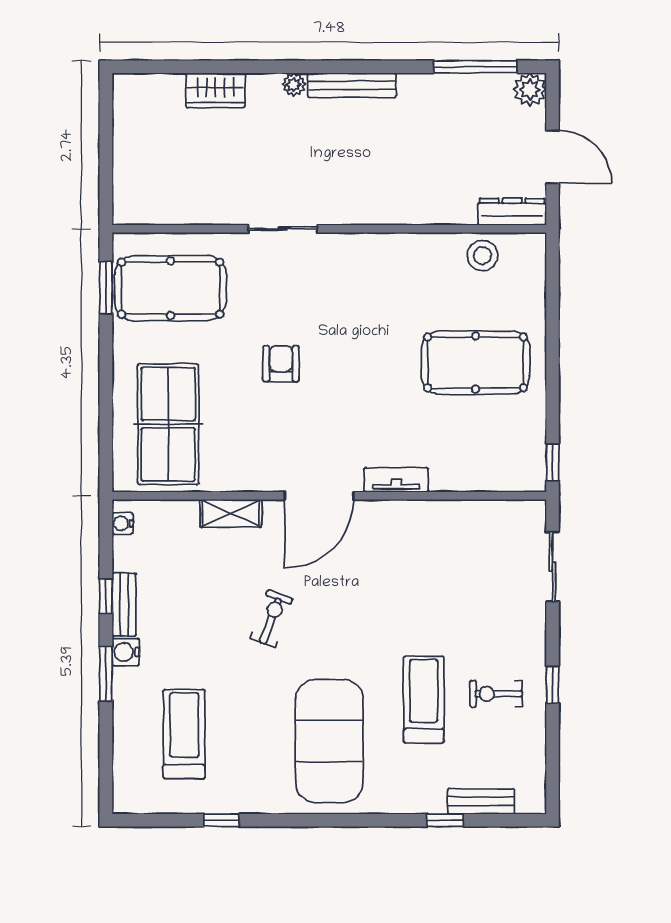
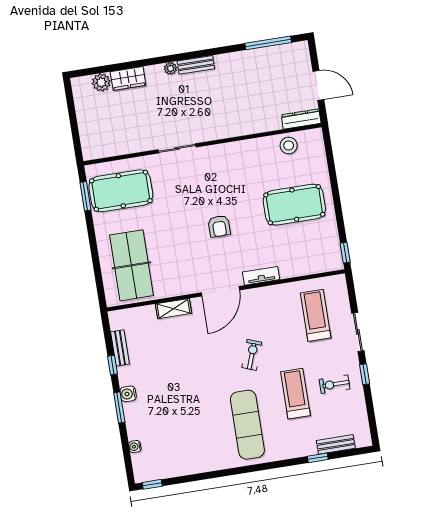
bench: (352, 85) -> (196, 65), width x0.73
plant: (530, 90) -> (101, 82), moved
armchair: (281, 364) -> (219, 226), moved, turned 180
water cooler: (123, 524) -> (135, 447), moved
sliding door: (553, 567) -> (358, 332), moved
bench: (124, 604) -> (120, 348), moved
exercise bike: (271, 619) -> (252, 355), moved
treadmill: (184, 734) -> (316, 315), moved
exercise mat: (329, 741) -> (247, 425), width x0.68
window: (221, 820) -> (152, 484), moved

